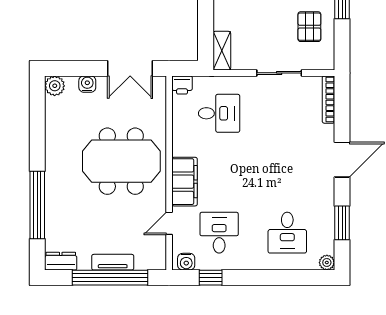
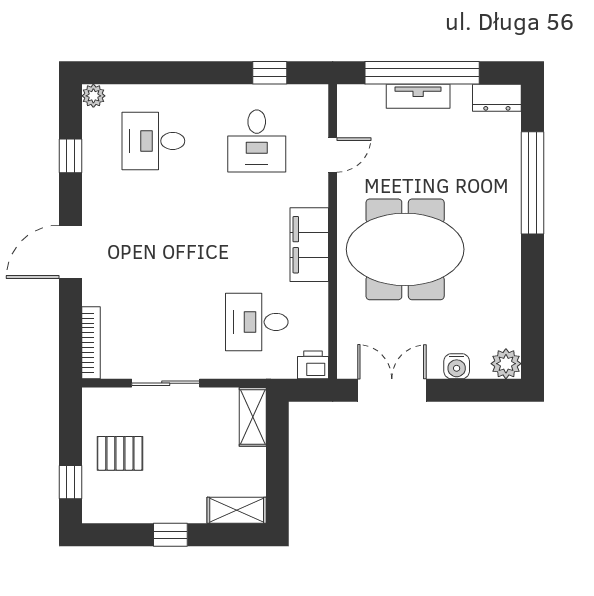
pallet: (309, 27) -> (120, 453), turned 90
filing cabinet: (185, 182) -> (309, 245), moved
window: (342, 223) -> (70, 156), width x0.67
desk: (287, 233) -> (153, 141), turned -90
water cooler: (186, 262) -> (307, 97), removed

